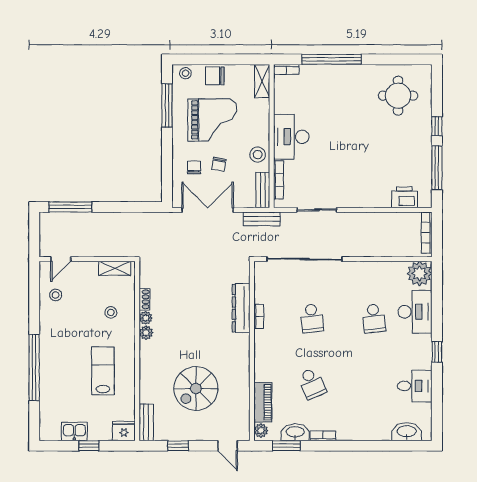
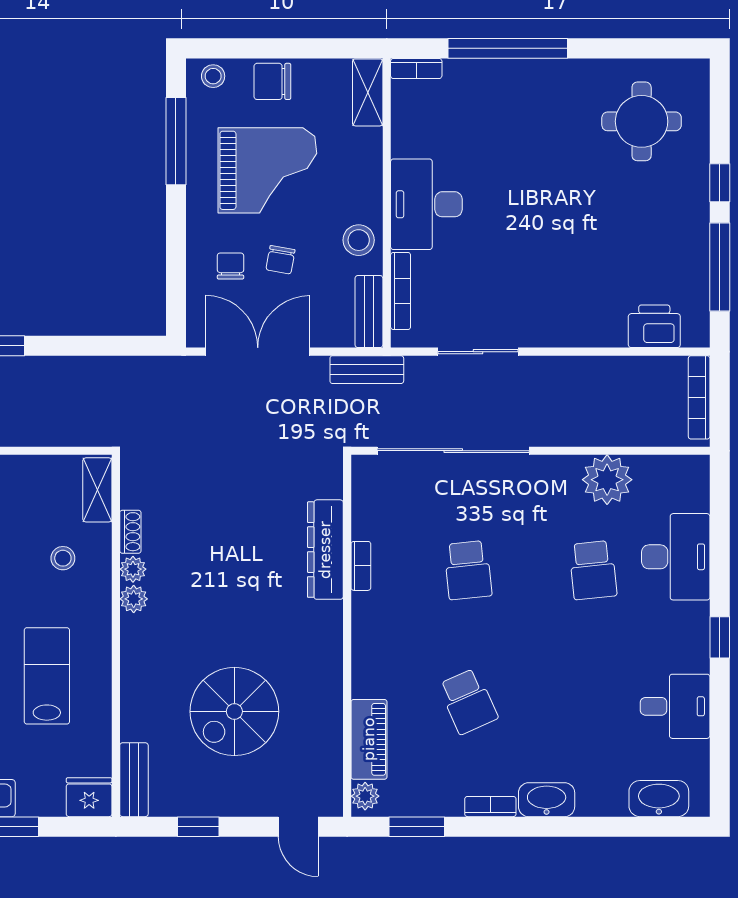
shelving: (115, 268) -> (97, 490), moved, turned 90
plant: (420, 273) -> (607, 480), moved
washbasin: (295, 432) -> (547, 800), moved

